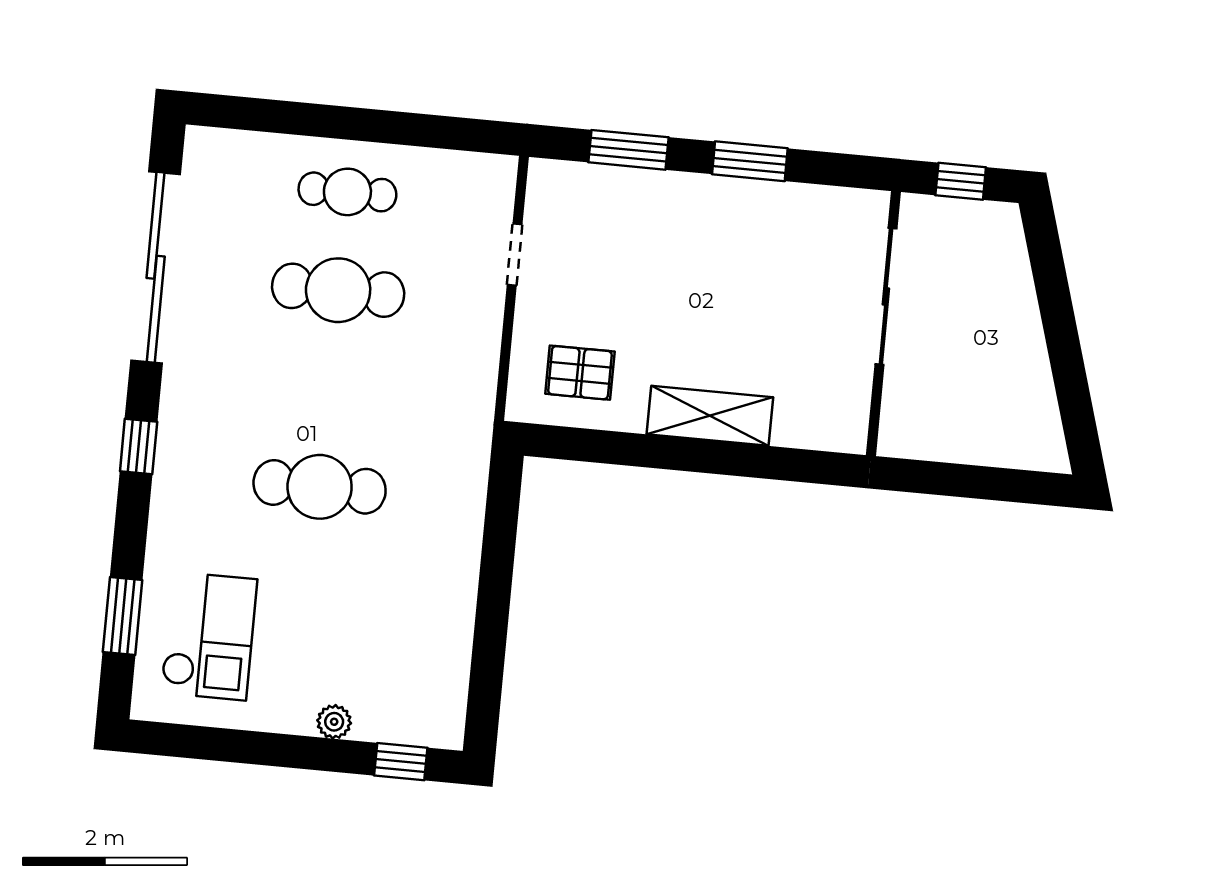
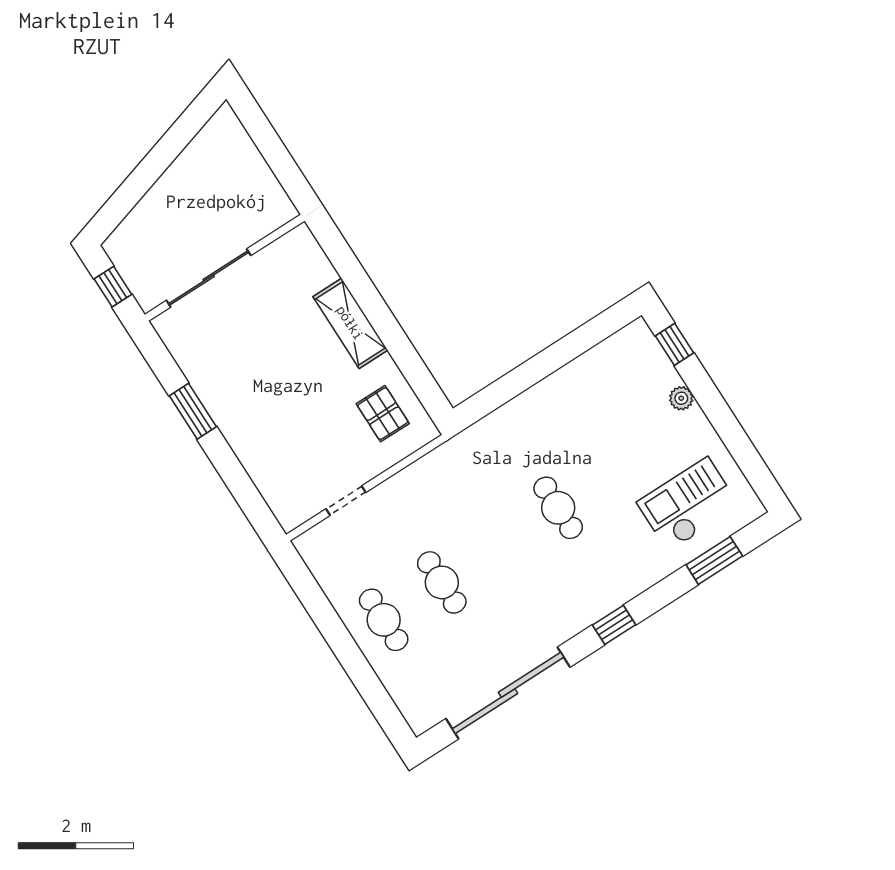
window: (628, 150) -> (239, 483), removed
cafe table: (338, 290) -> (442, 582), width x0.73, depth x0.74
cafe table: (320, 487) -> (558, 508), width x0.73, depth x0.74

